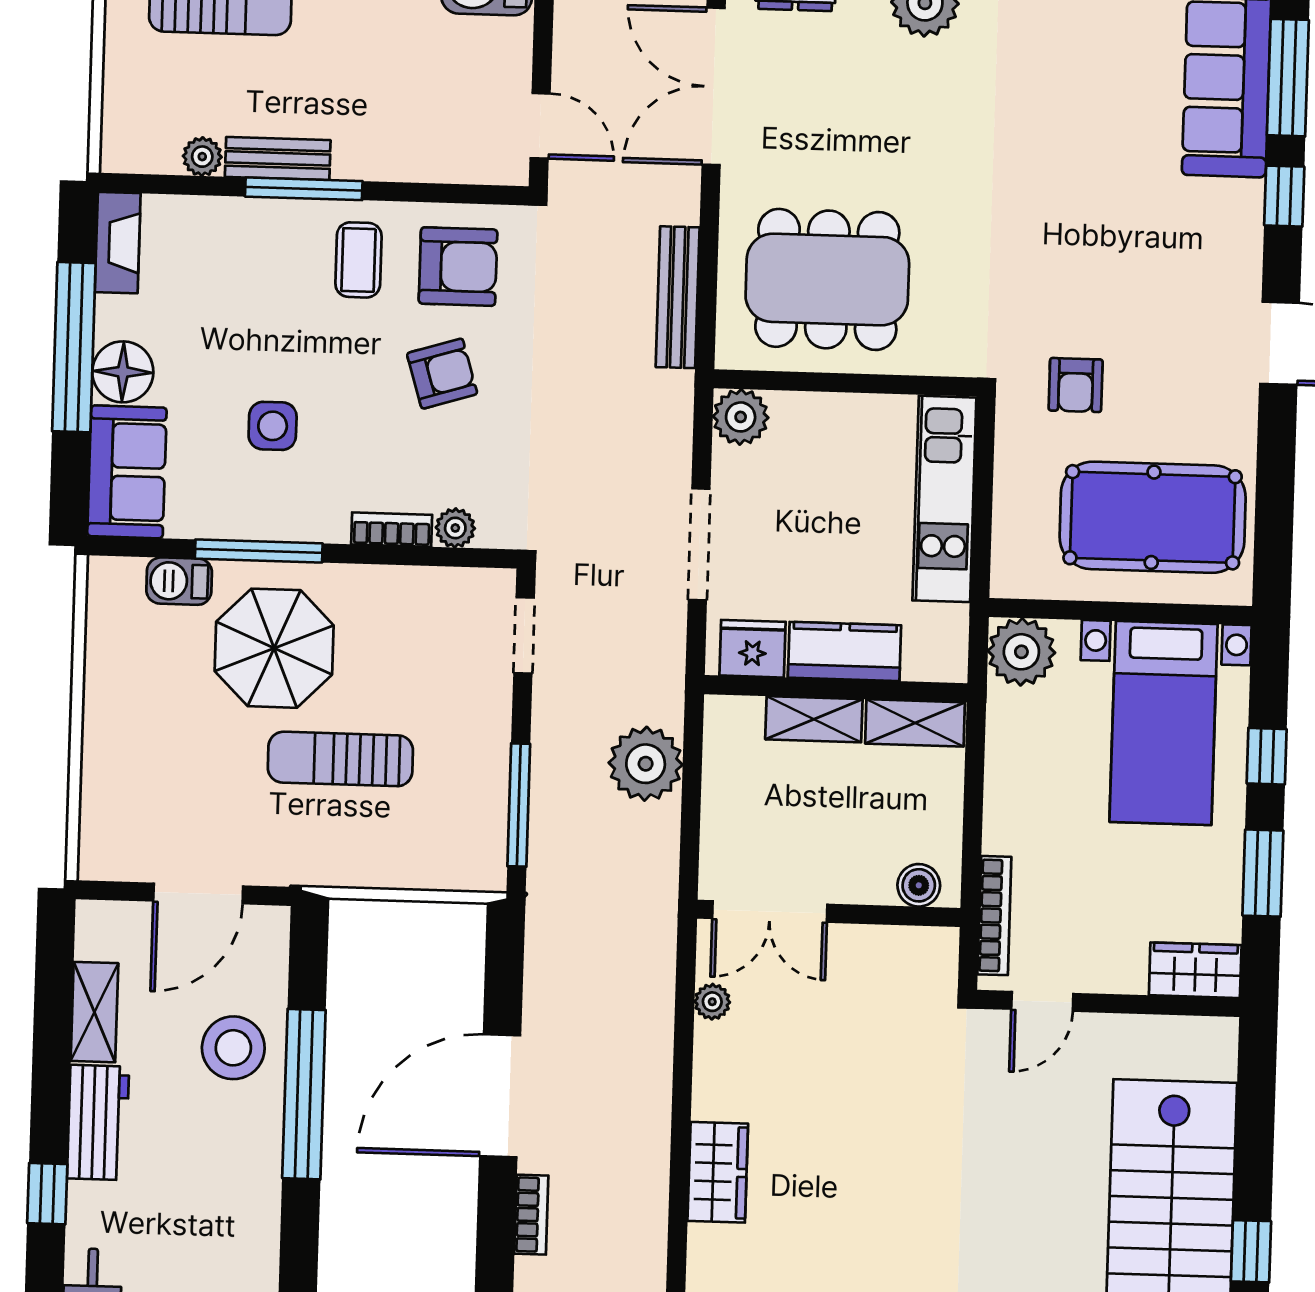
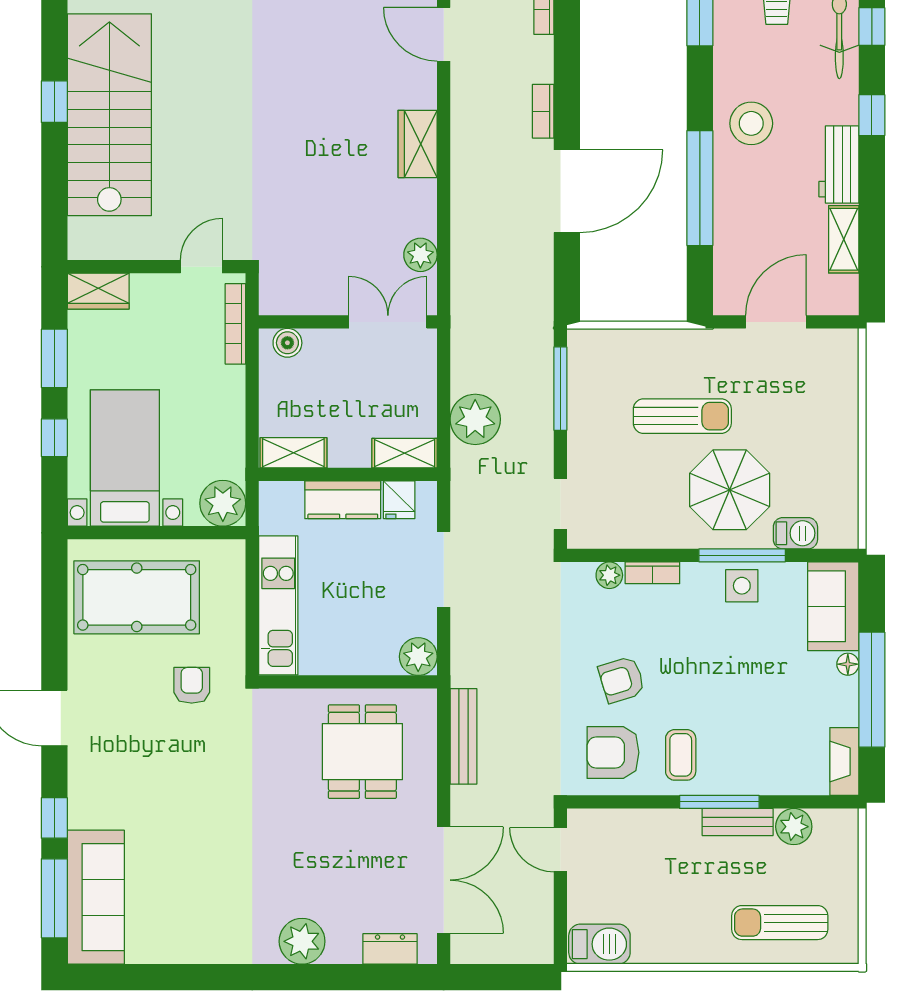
plant: (202, 157) -> (794, 827), width x1.38, depth x1.38
dining table: (827, 279) -> (362, 752), width x0.73
floor lamp: (123, 372) -> (848, 664), width x0.53, depth x0.53
side table: (273, 426) -> (742, 586), moved
fridge: (753, 649) -> (399, 500), width x0.72
shelving: (814, 719) -> (405, 453), moved
plant: (712, 1002) -> (420, 255), width x1.38, depth x1.38
stool: (233, 1048) -> (751, 123), moved

